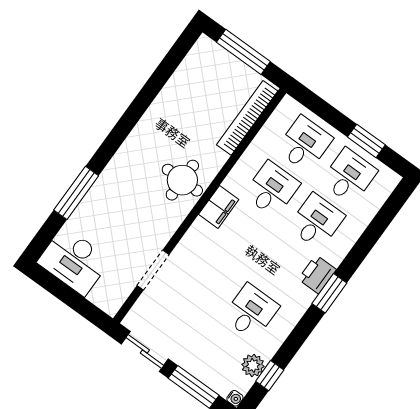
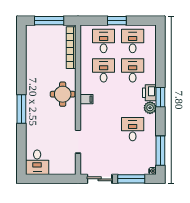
window: (366, 141) -> (117, 21), moved
window: (76, 193) -> (21, 109), moved
filing cabinet: (219, 207) -> (86, 99), width x0.50
desk: (74, 261) -> (37, 162), width x0.73
plant: (253, 365) -> (150, 108), moved
window: (270, 376) -> (160, 151), width x2.17

